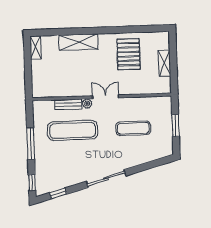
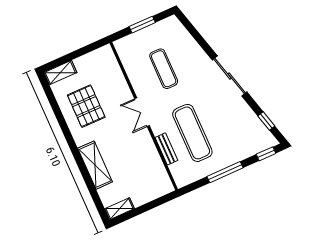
pallet: (128, 54) -> (86, 106), turned 90
shelving: (164, 63) -> (60, 73), moved
plant: (87, 103) -> (157, 129), removed

